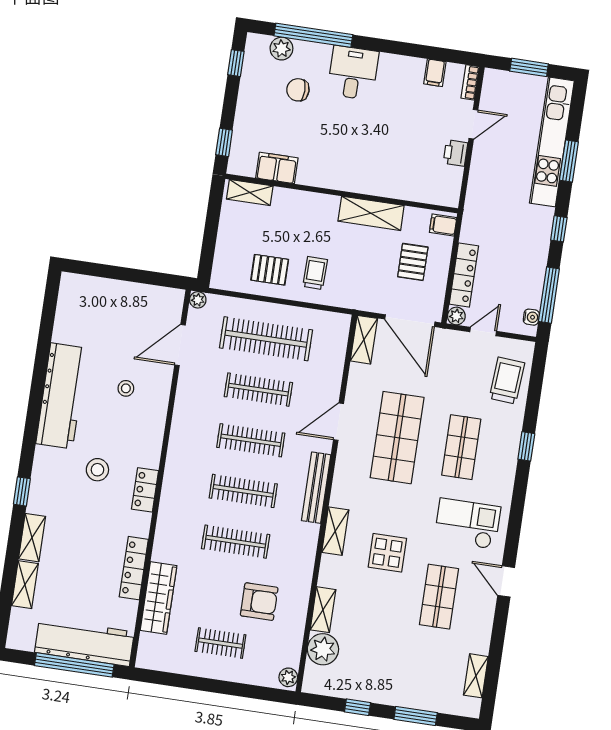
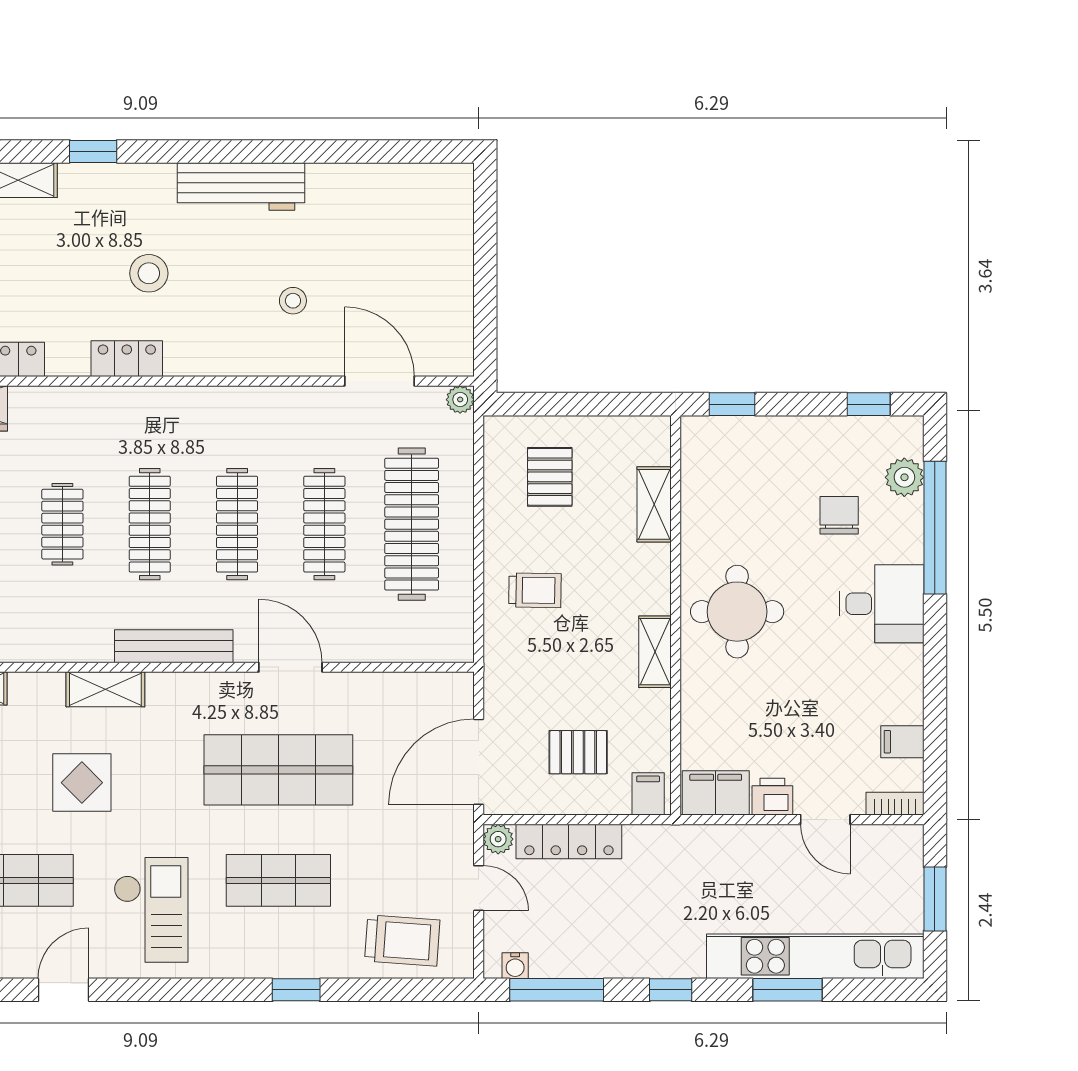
round table: (345, 157) -> (737, 612), added
filing cabinet: (277, 168) -> (716, 793), moved, turned -90
shelving: (250, 192) -> (654, 504), moved
shelving: (371, 213) -> (655, 652), width x0.67, depth x0.75
pallet: (270, 270) -> (550, 477), moved
shelving: (364, 340) -> (435, 689), removed
workbench: (62, 396) -> (241, 186), width x0.73, depth x0.76
clothes rail: (236, 542) -> (62, 524), width x0.73

